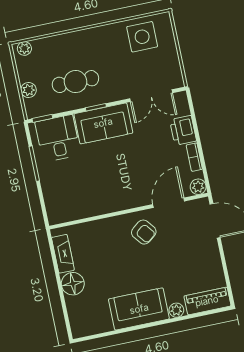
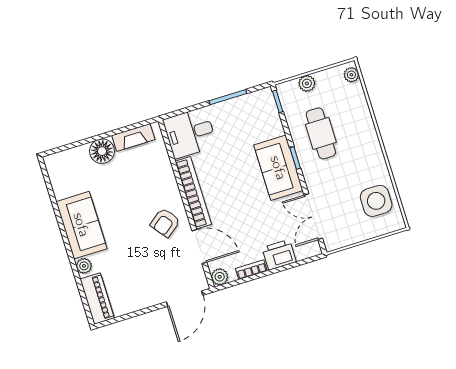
desk: (58, 138) -> (190, 133), moved, turned 180
bookcase: (119, 204) -> (193, 193), added

